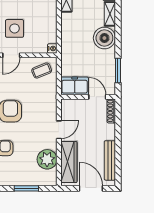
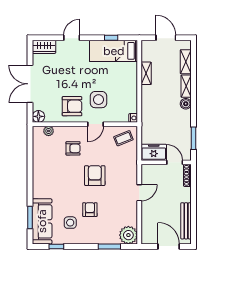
boiler: (104, 38) -> (186, 104), width x0.54, depth x0.54
plant: (47, 159) -> (128, 235), moved
wardrobe: (69, 162) -> (148, 222), removed

